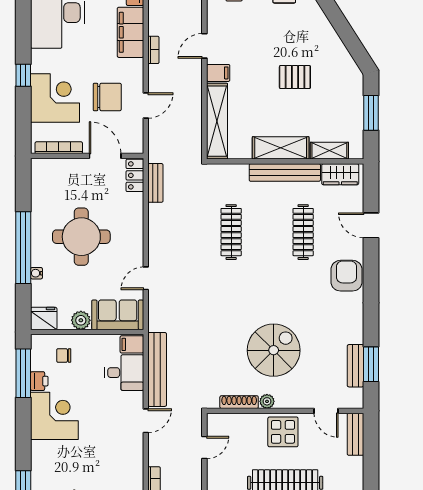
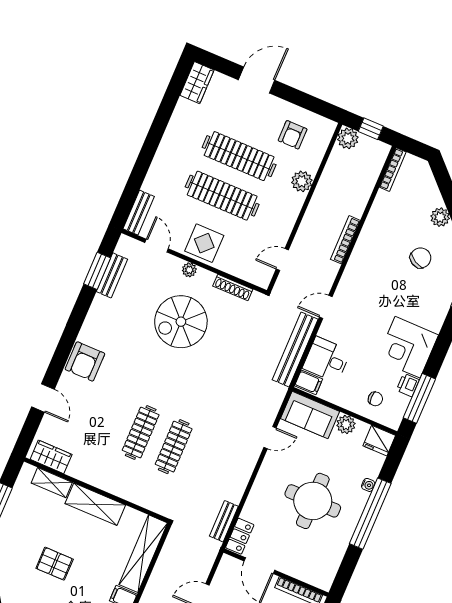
bench: (285, 172) -> (101, 480), removed
clothes rail: (303, 232) -> (141, 432), moved
plant: (267, 401) -> (189, 270), moved

